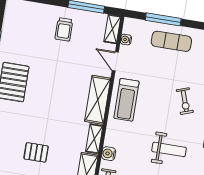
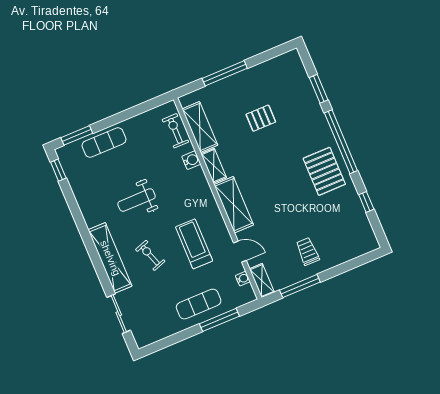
treadmill: (126, 100) -> (194, 244), moved

